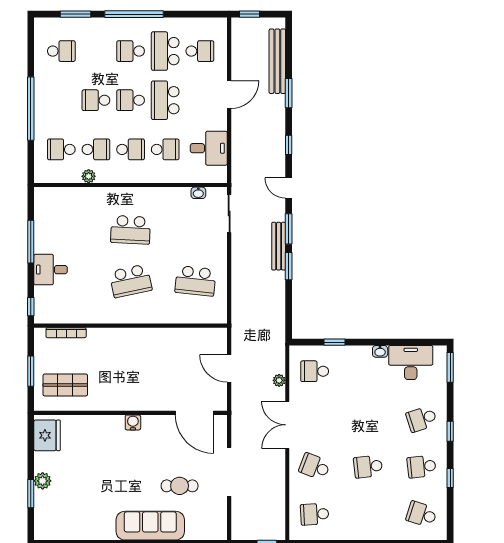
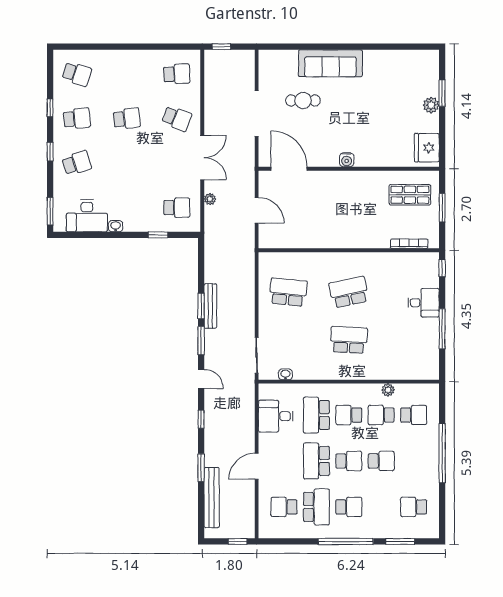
school desk: (165, 100) -> (316, 461), turned 180
school desk: (165, 149) -> (316, 415), width x1.85
bench: (279, 246) -> (210, 306), moved

